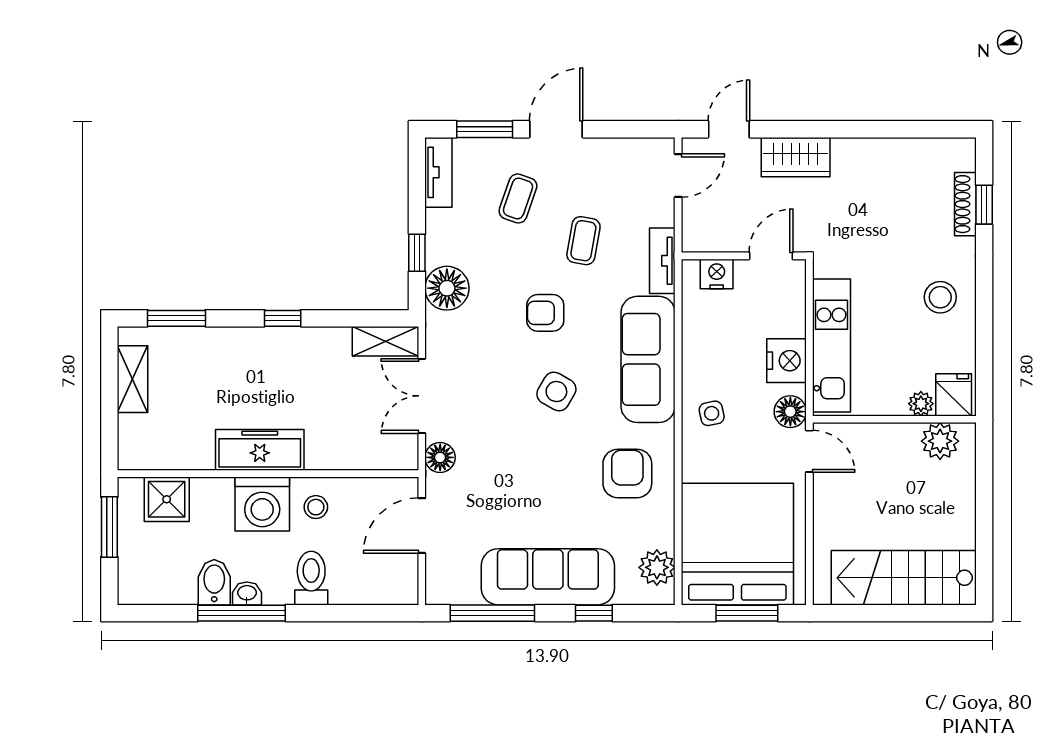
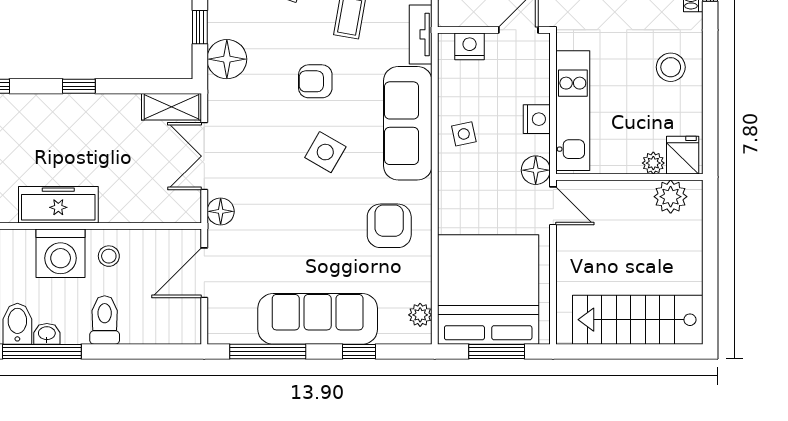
nightstand: (787, 361) -> (537, 119), width x0.74, depth x0.75
side table: (712, 413) -> (464, 134), moved
plant: (657, 567) -> (420, 315), width x0.73, depth x0.73

